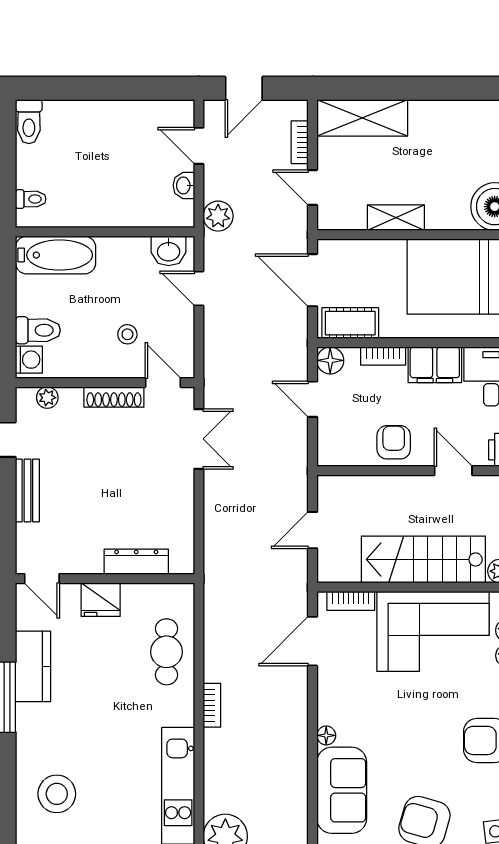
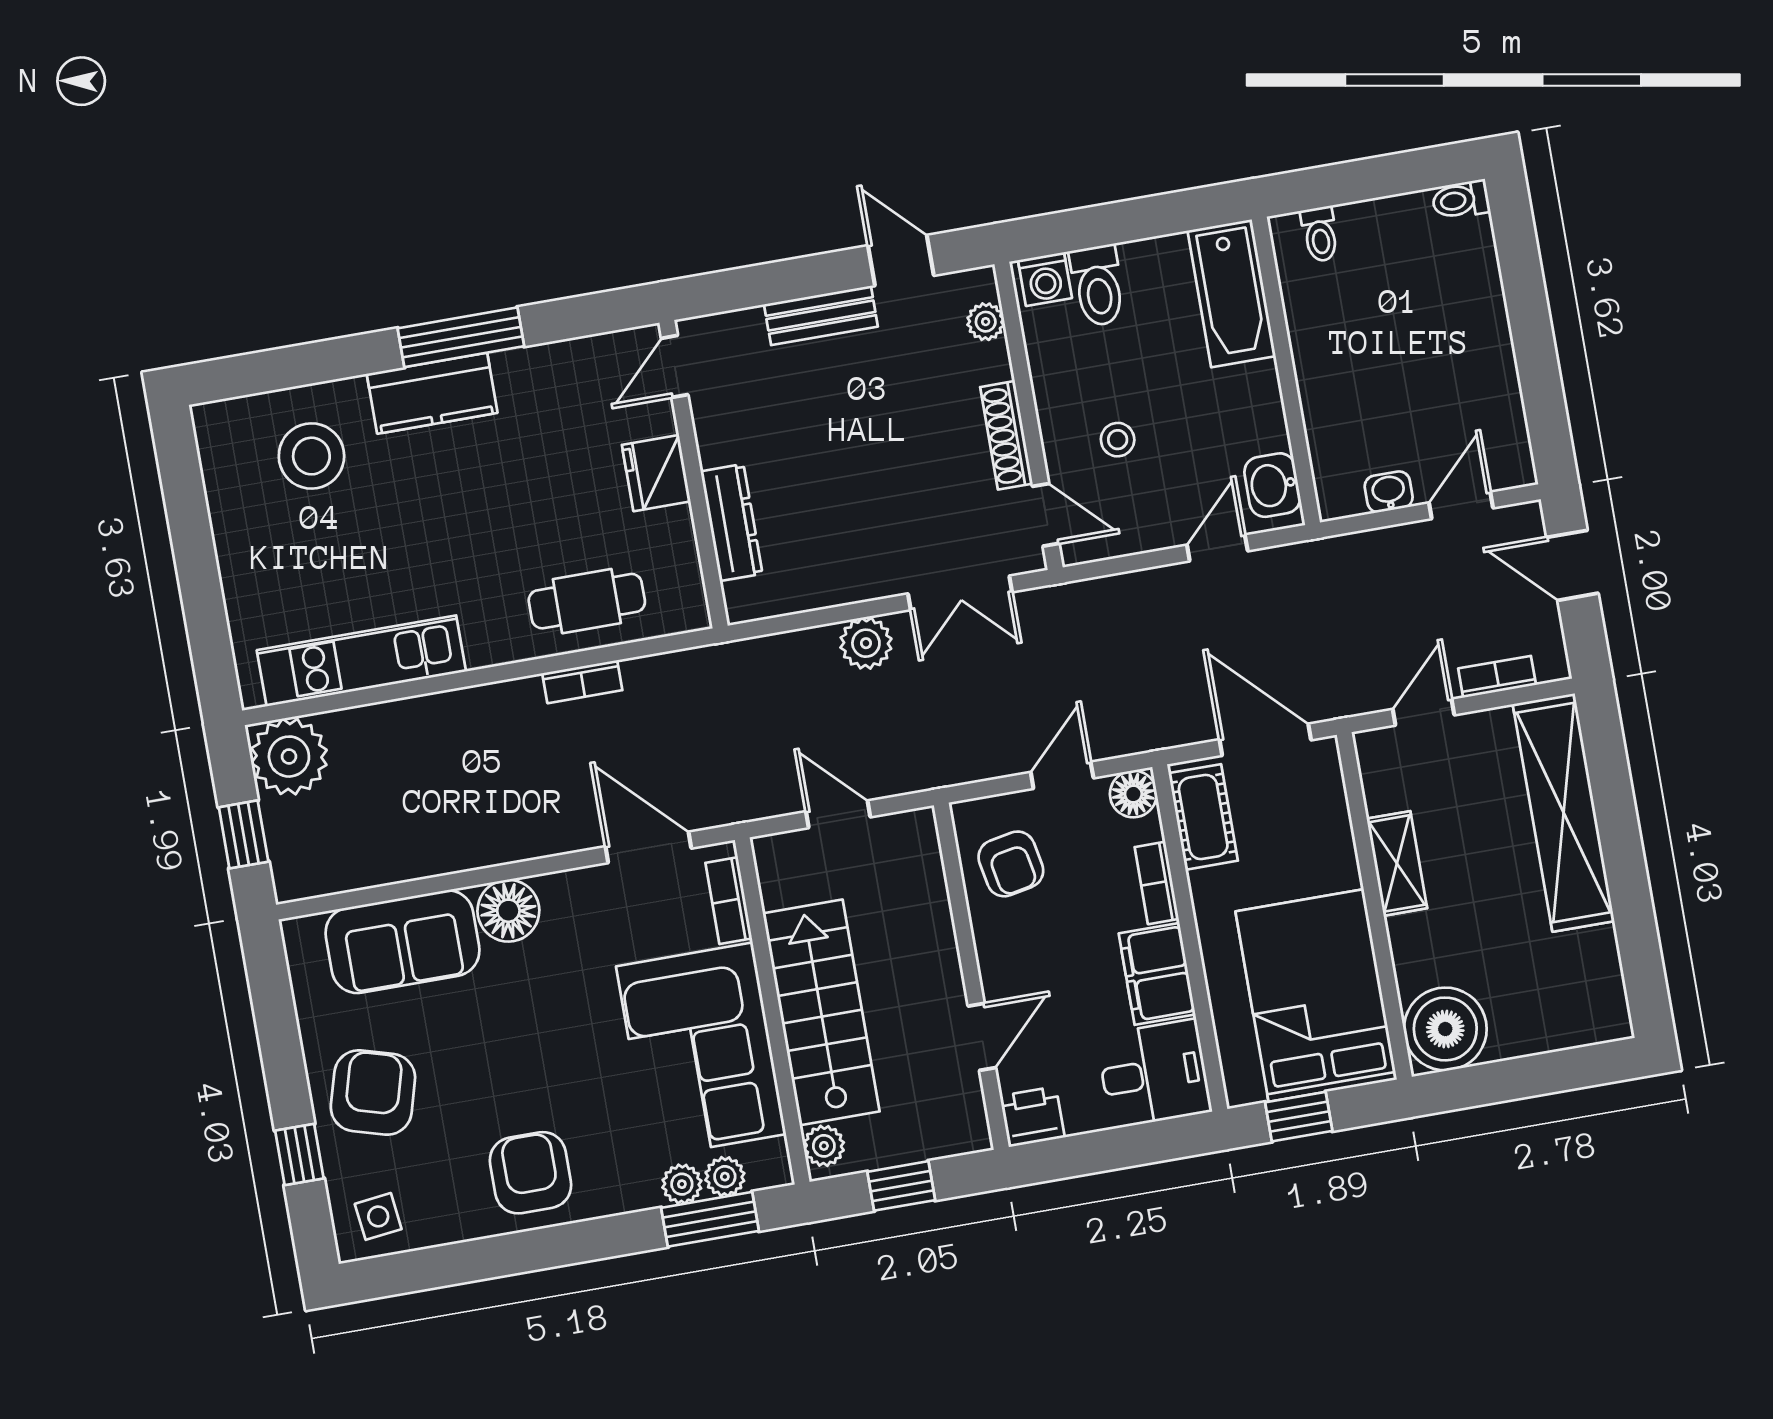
shelving: (362, 118) -> (1564, 813), width x1.47
toilet: (29, 122) -> (1461, 200), width x0.73, depth x0.72
plant: (218, 216) -> (866, 643), moved
door: (313, 280) -> (1265, 740), hinge flipped
door: (163, 383) -> (1046, 515), hinge flipped
armchair: (394, 442) -> (1011, 864), moved, turned 79
kitchen counter: (33, 666) -> (432, 393), moved
bookcase: (212, 705) -> (582, 682), moved
floor lamp: (326, 735) -> (508, 911), width x1.89, depth x1.89

